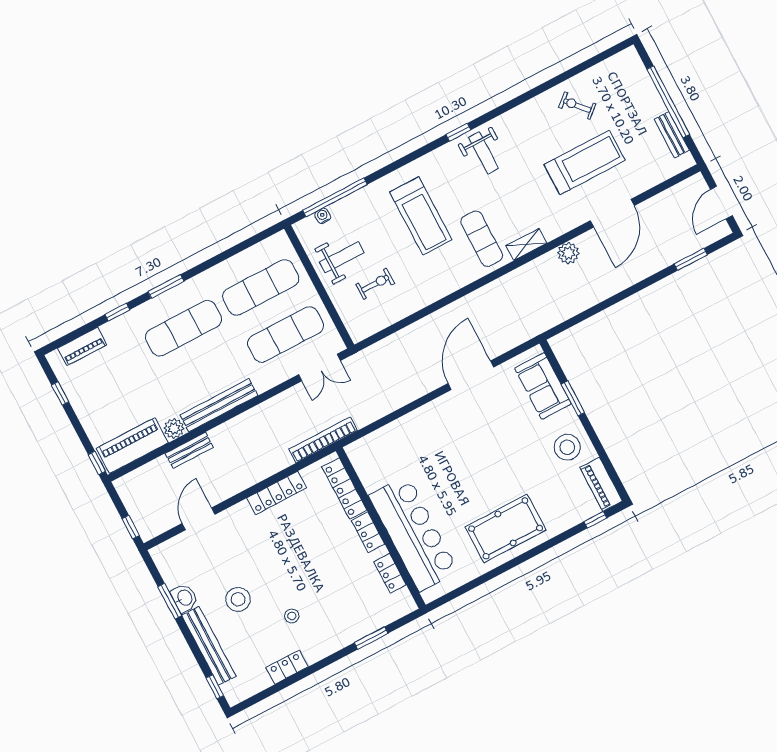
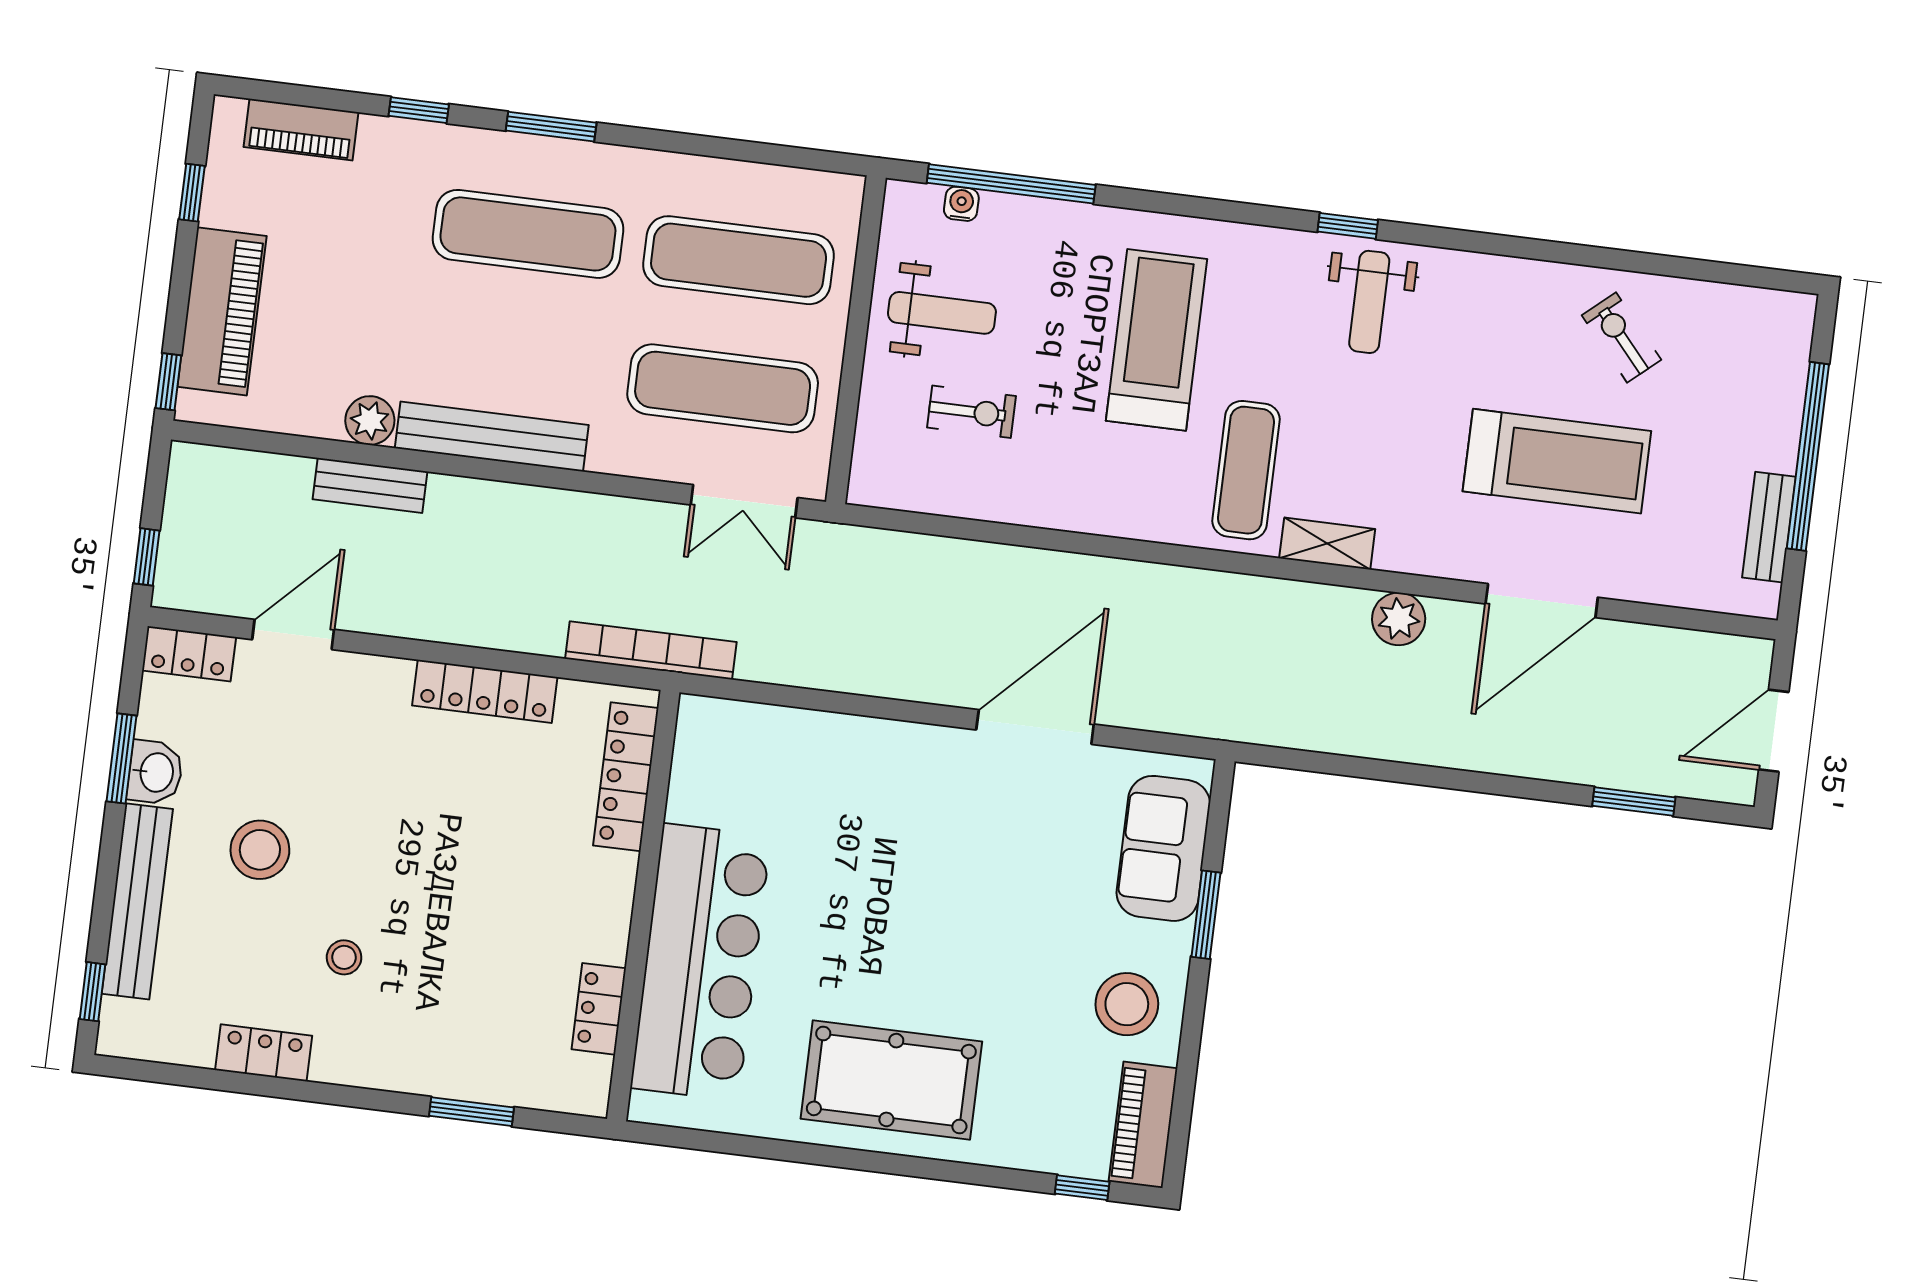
treadmill: (421, 216) -> (1157, 340), turned 180
piano: (132, 446) -> (222, 311), moved, turned 90
locker: (368, 532) -> (189, 654), moved, turned -90

